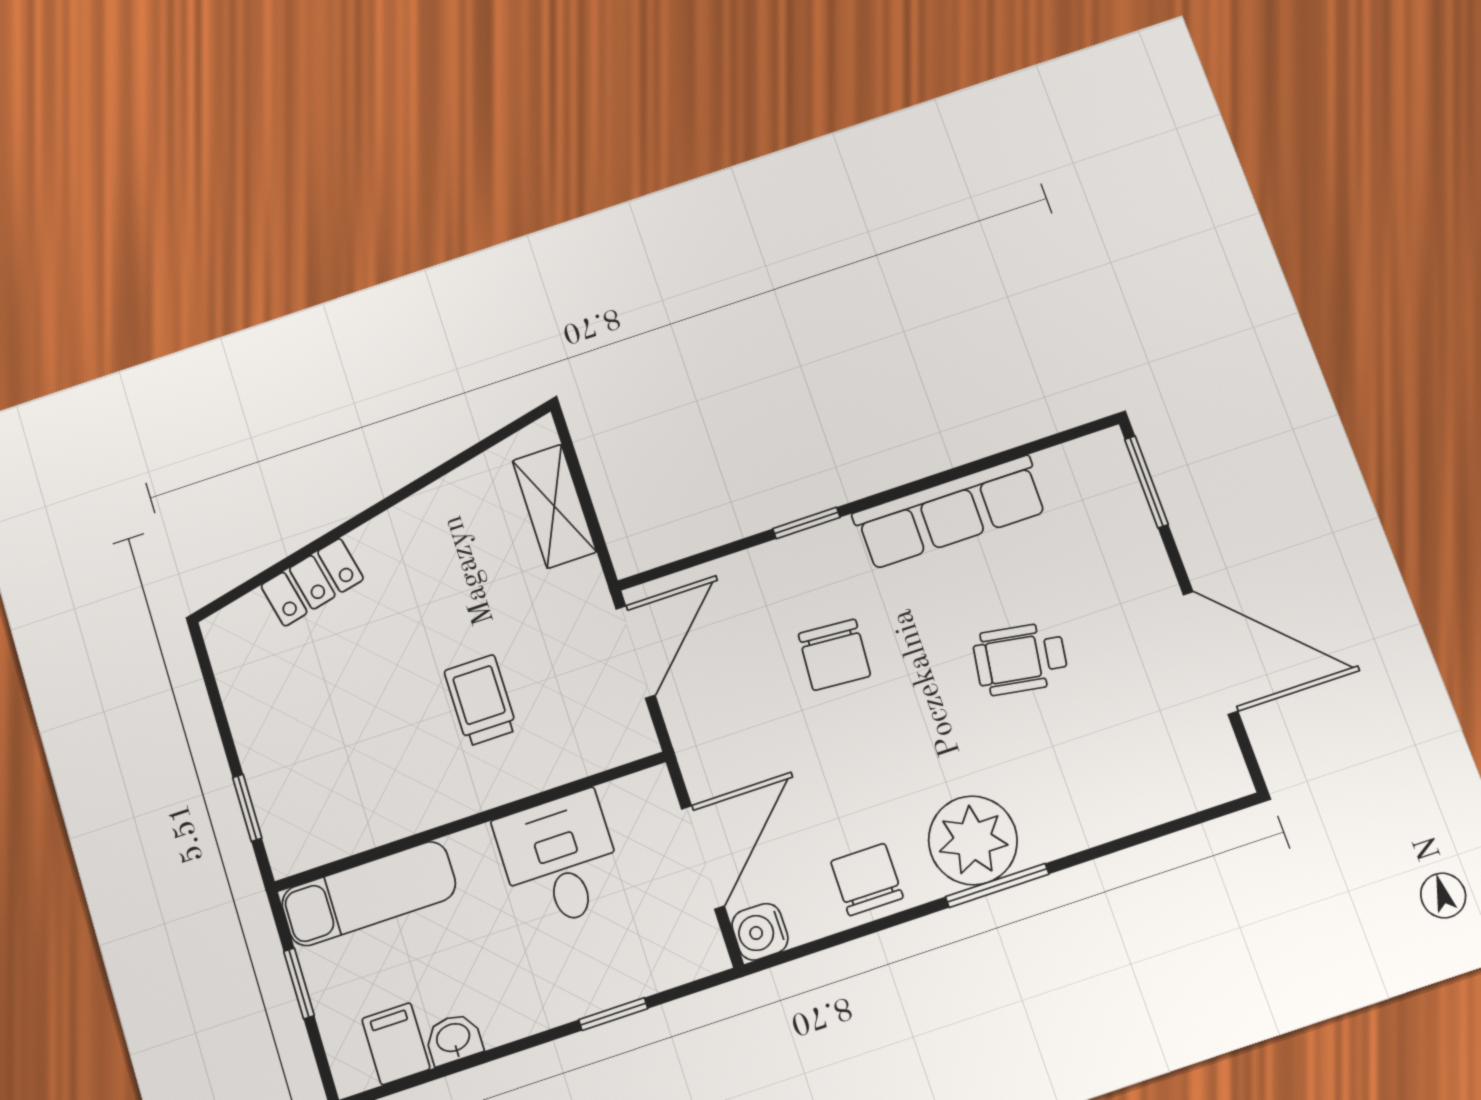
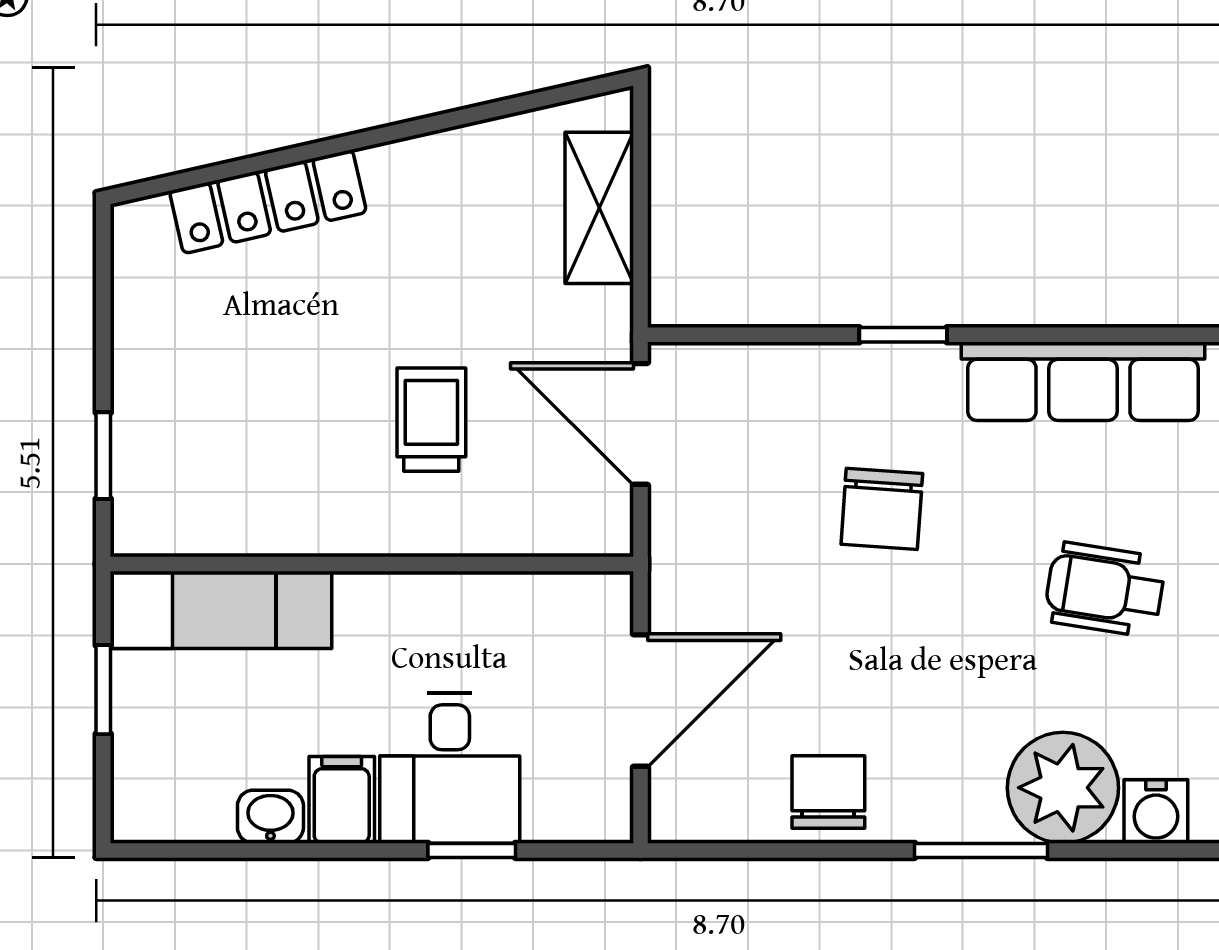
locker: (312, 582) -> (268, 202), width x1.53
door: (636, 652) -> (640, 424), swing flipped
plant: (973, 840) -> (1063, 788), moved
desk: (560, 860) -> (450, 768), moved, turned 180
water cooler: (760, 932) -> (1156, 811), moved, turned -90
filing cabinet: (396, 1044) -> (342, 800), moved

